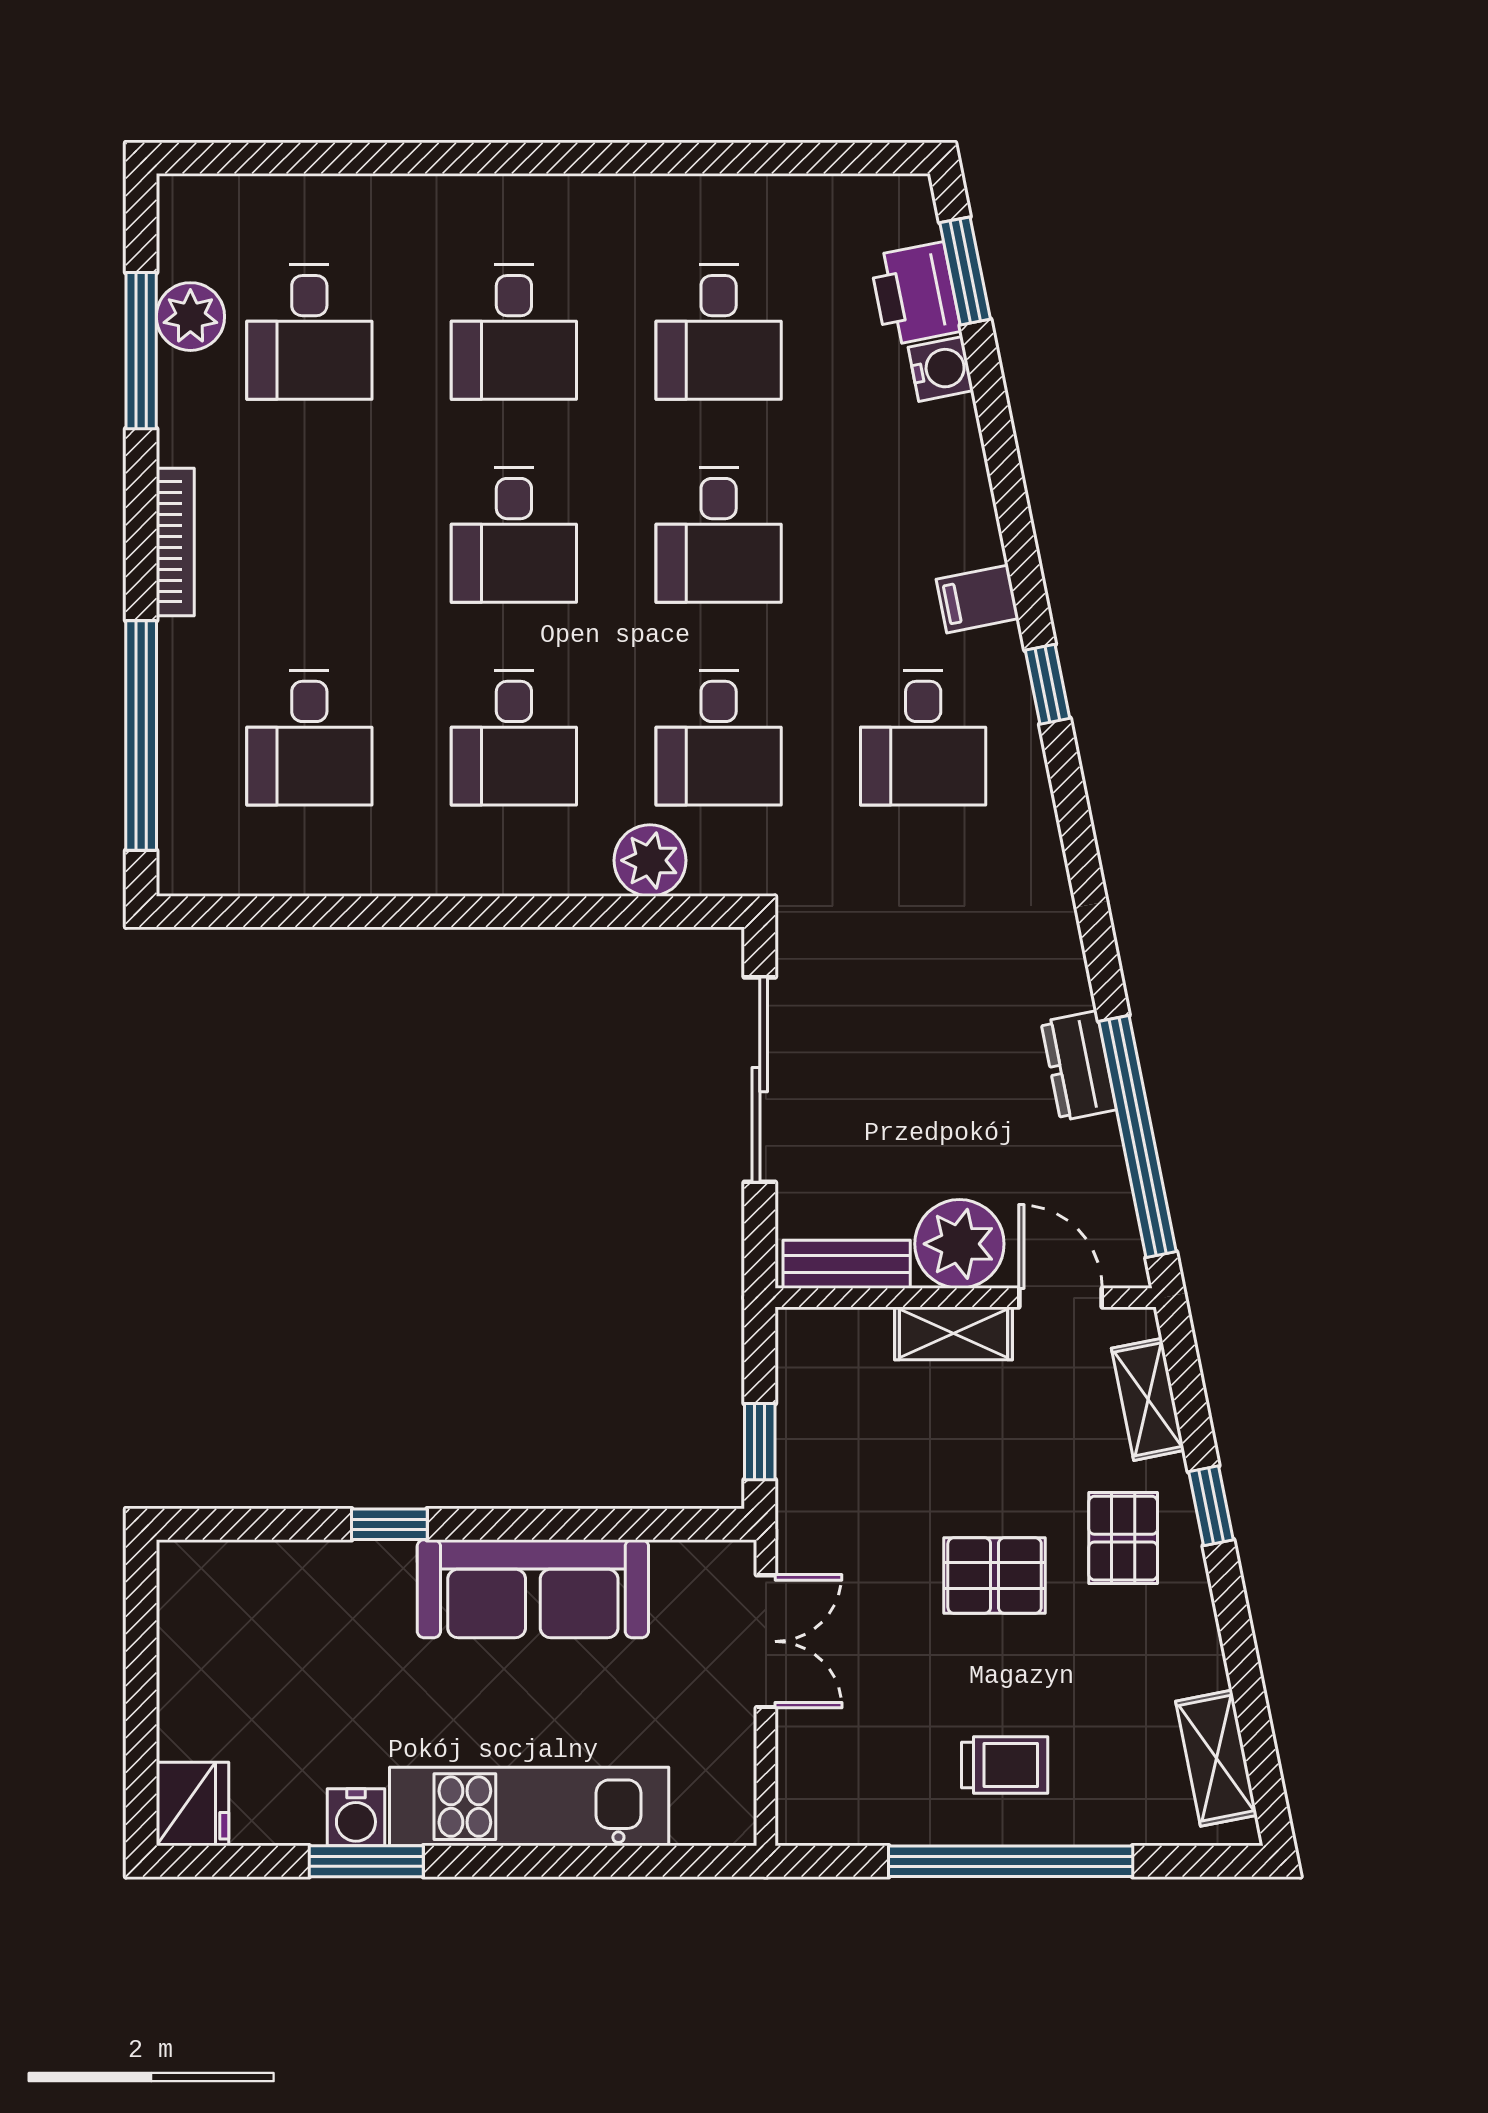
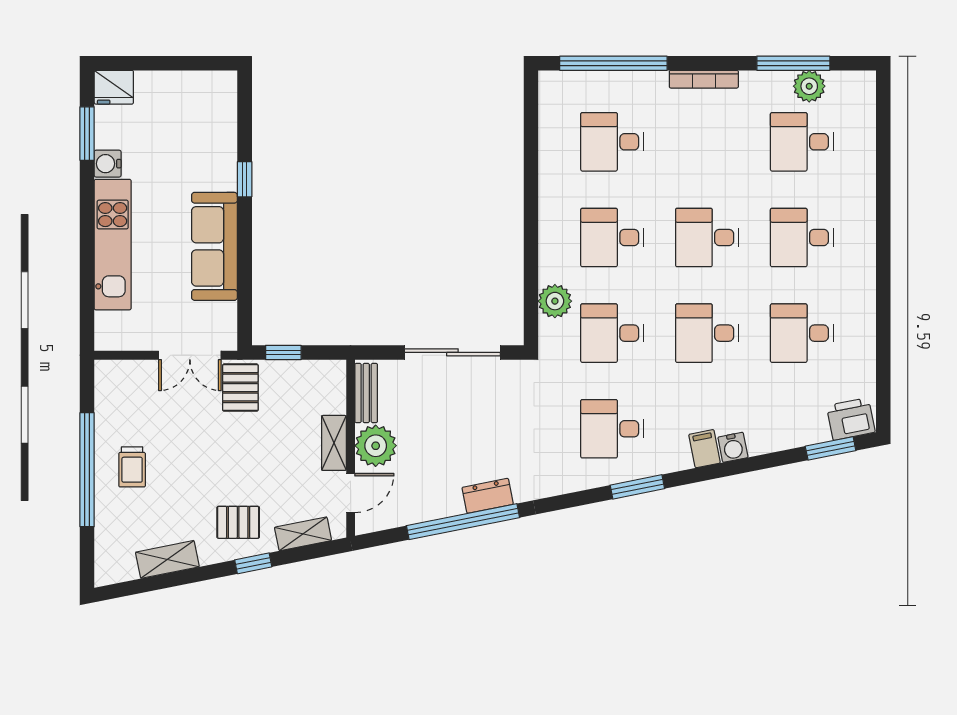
printer: (915, 294) -> (851, 419), moved
water cooler: (941, 369) -> (733, 447), moved
filing cabinet: (977, 599) -> (705, 449), moved
window: (1047, 684) -> (637, 487), width x1.50
dresser: (1079, 1066) -> (488, 496), moved
window: (1138, 1136) -> (463, 522), moved
pallet: (995, 1576) -> (240, 388), moved
shelving: (1216, 1758) -> (167, 559), moved
window: (366, 1861) -> (87, 134), moved

